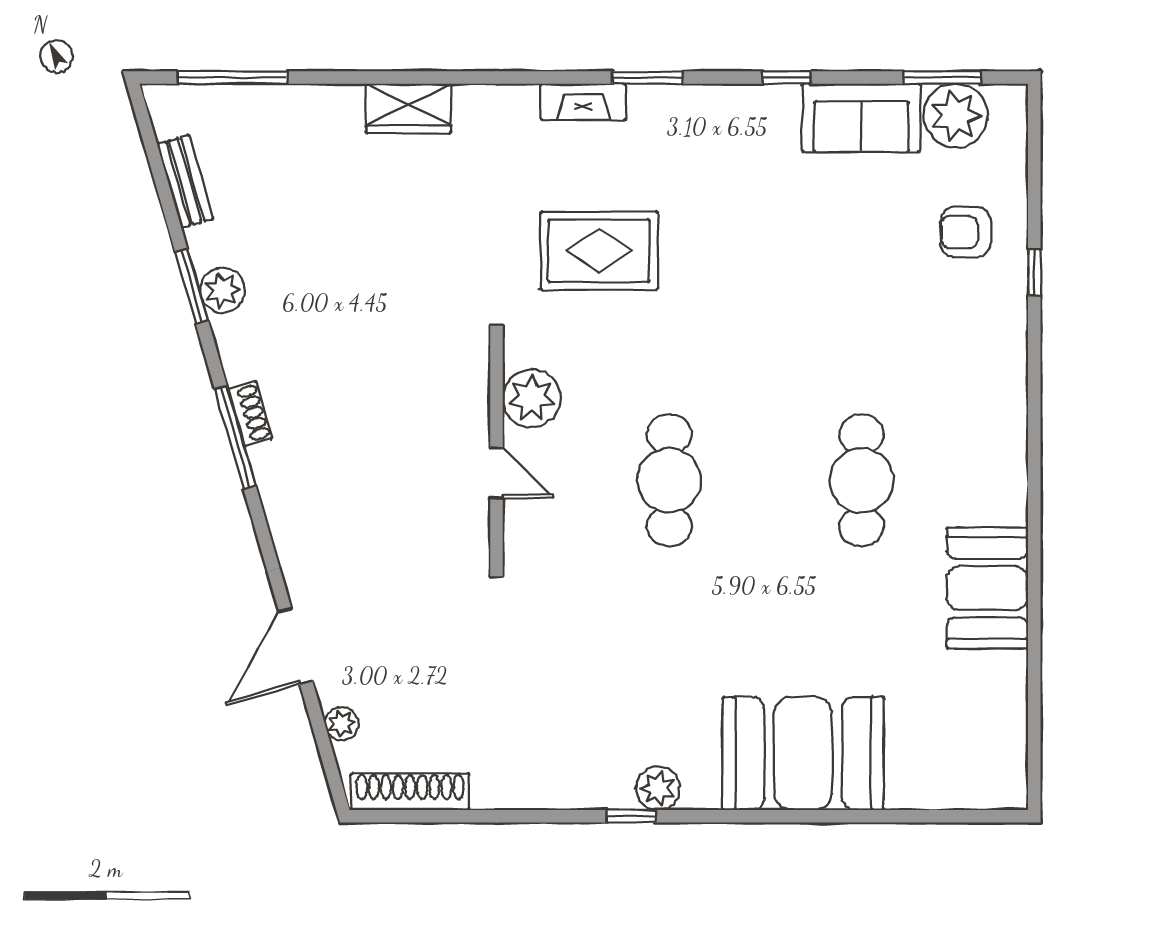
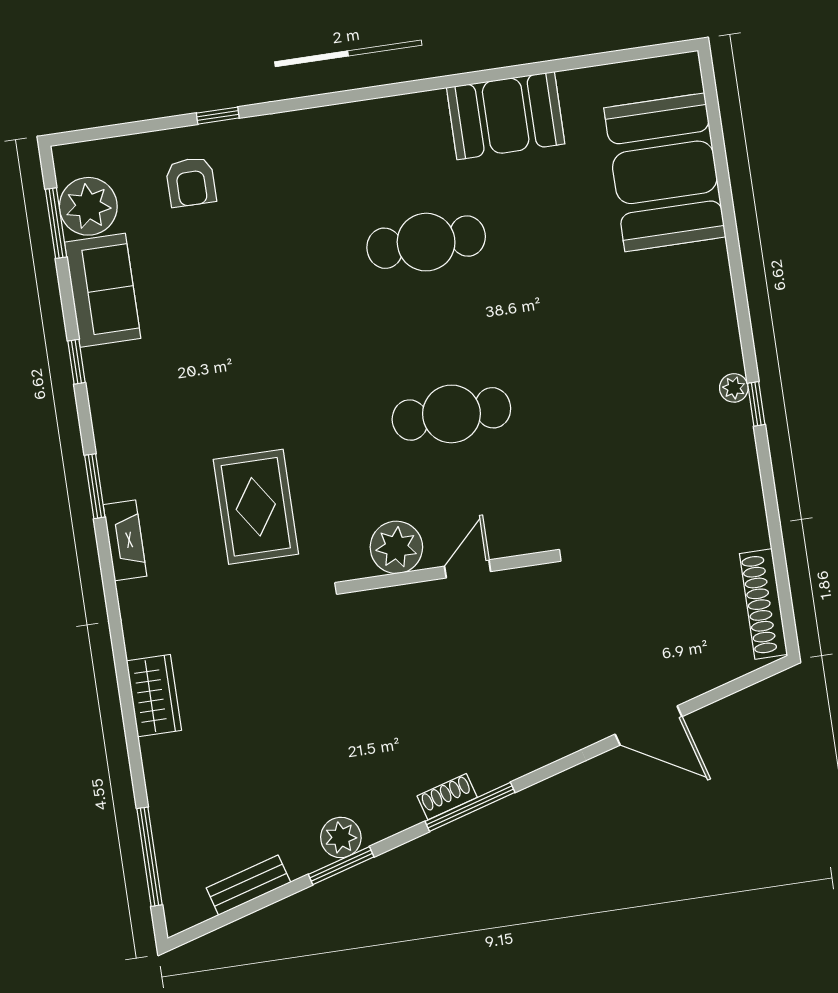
plant: (342, 724) -> (712, 674), removed
booth: (803, 753) -> (665, 172), moved
plant: (658, 788) -> (734, 388), width x0.73, depth x0.73

